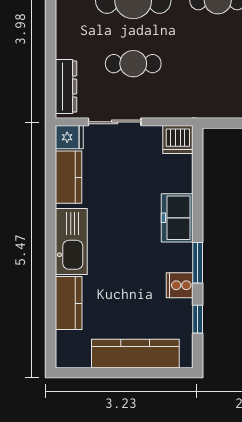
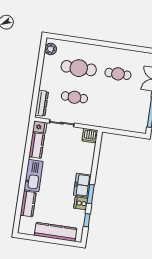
freezer: (177, 218) -> (82, 185), moved

